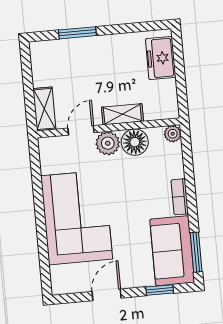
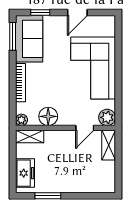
window: (77, 33) -> (48, 196), moved
shelving: (122, 114) -> (30, 136), moved
plant: (108, 143) -> (107, 117), moved
bookcase: (180, 197) -> (21, 83), width x1.56

